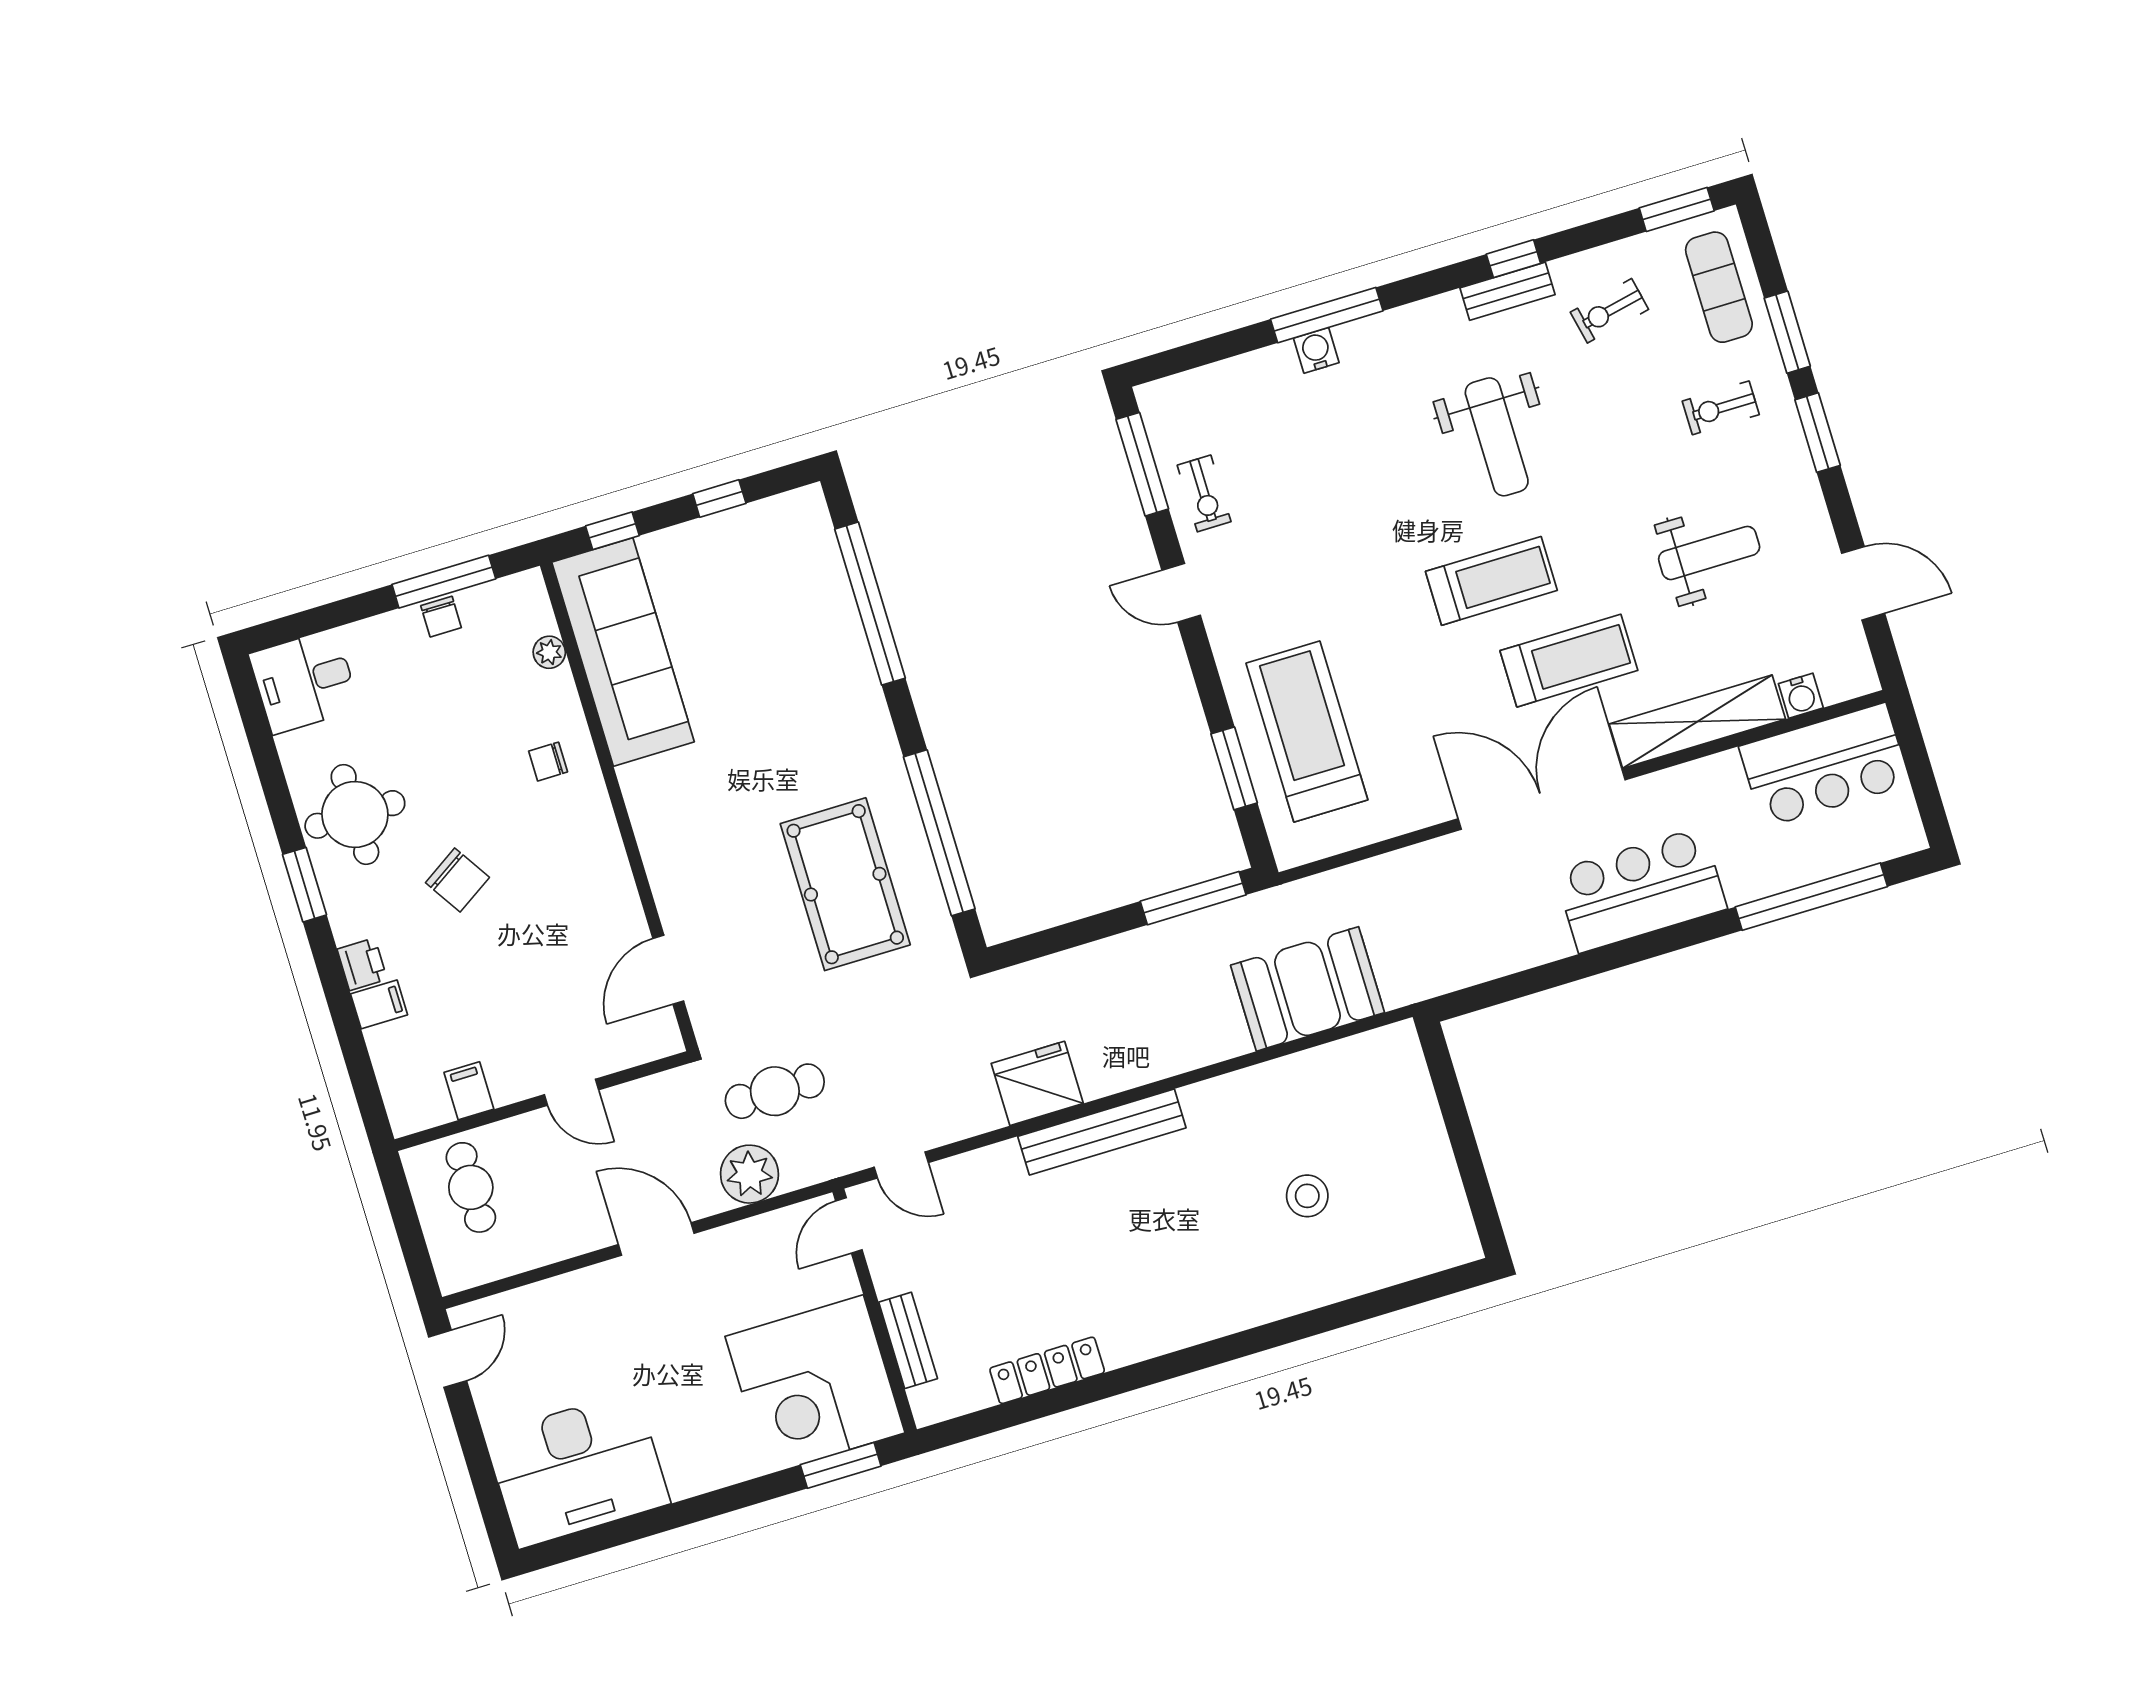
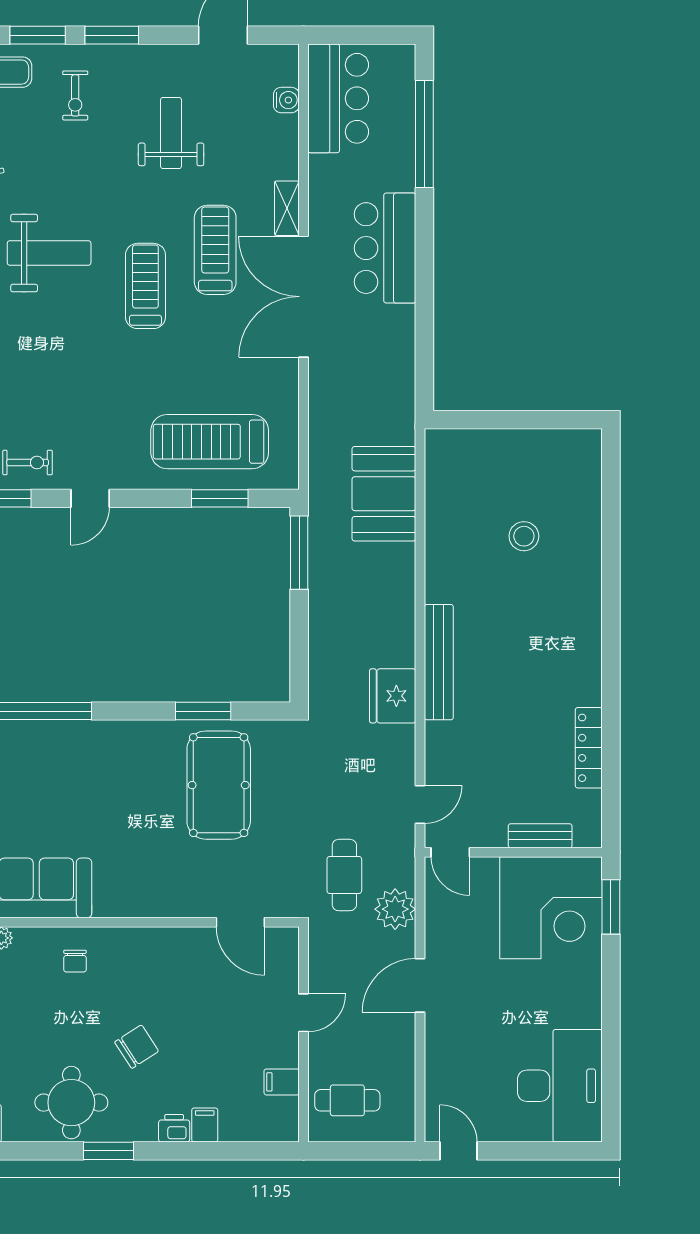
shelving: (1697, 722) -> (287, 208), width x0.45, depth x0.75
window: (939, 833) -> (203, 711), width x0.47
pool table: (845, 884) -> (219, 785), turned 90

